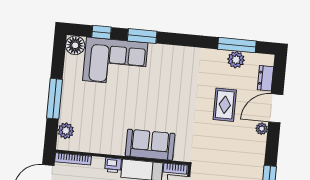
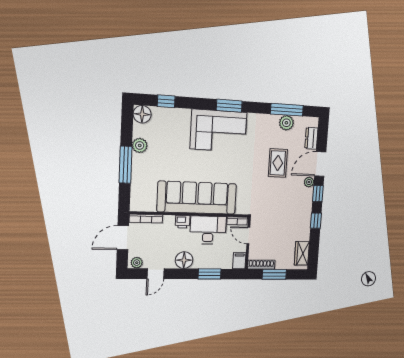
window: (142, 36) -> (229, 106), moved
corner sofa: (115, 62) -> (219, 131), moved
plant: (66, 131) -> (140, 145), moved
window: (272, 143) -> (318, 194), added
sofa: (150, 145) -> (197, 198), width x1.85, depth x1.27

